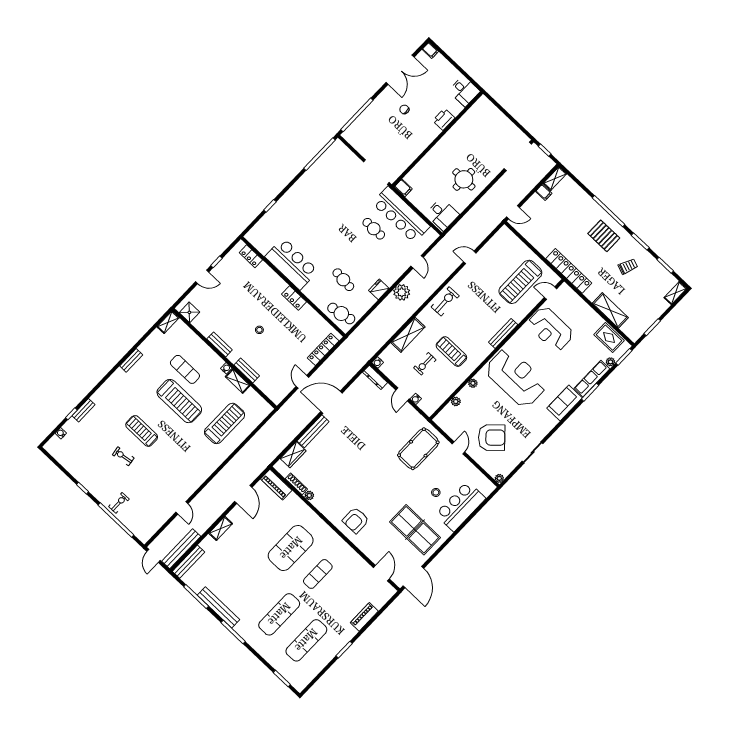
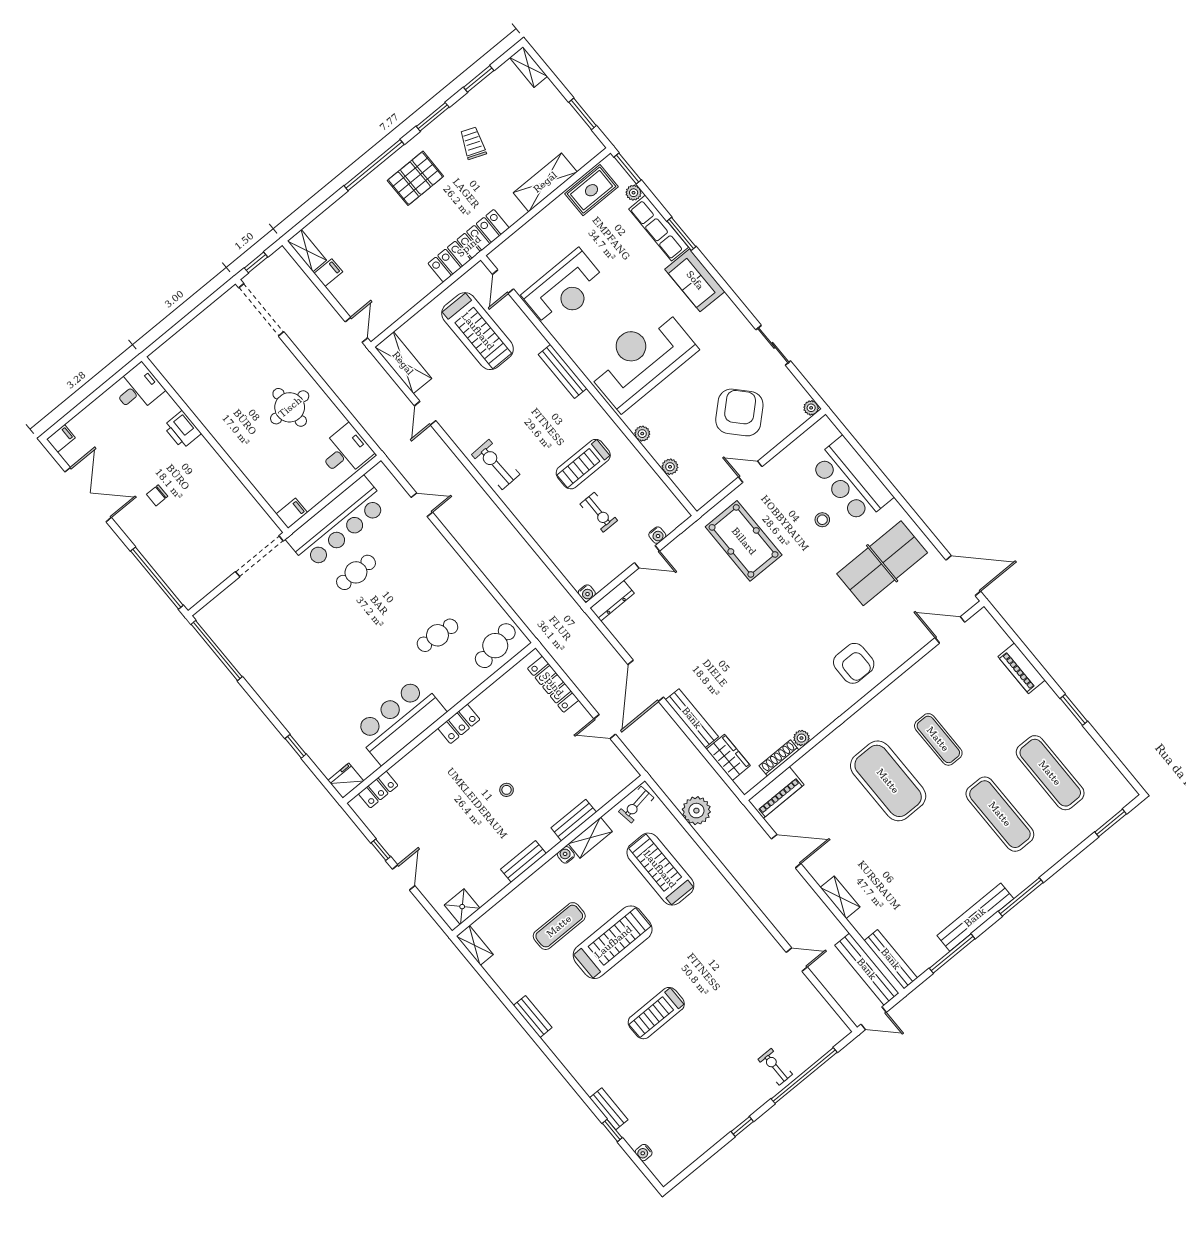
fridge: (379, 289) -> (346, 781), moved, turned 90
plant: (402, 292) -> (696, 811), moved
shelving: (408, 335) -> (403, 363), moved
exercise bike: (123, 456) -> (636, 805), moved

